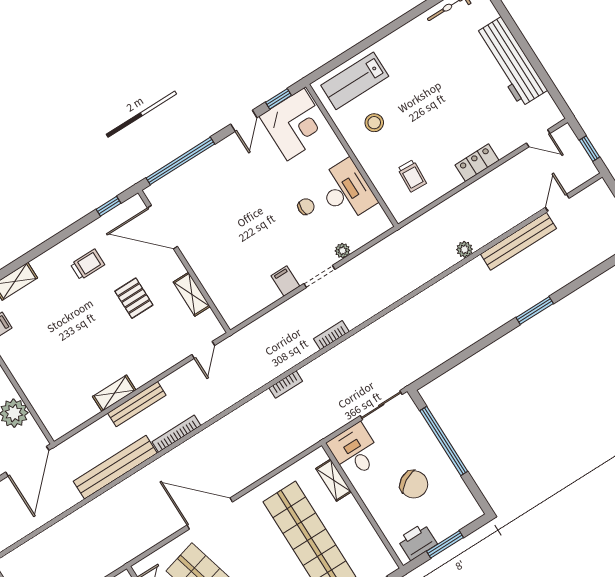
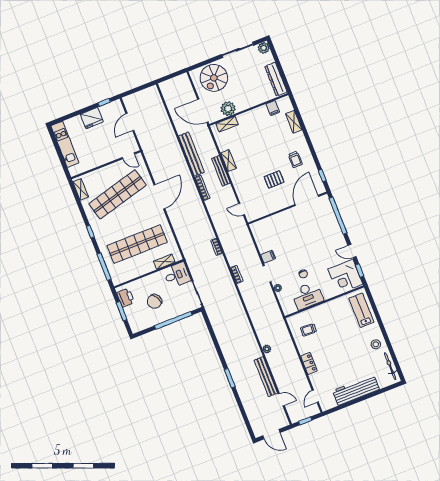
stool: (374, 123) -> (376, 344), moved
shelving: (192, 294) -> (227, 124), moved

